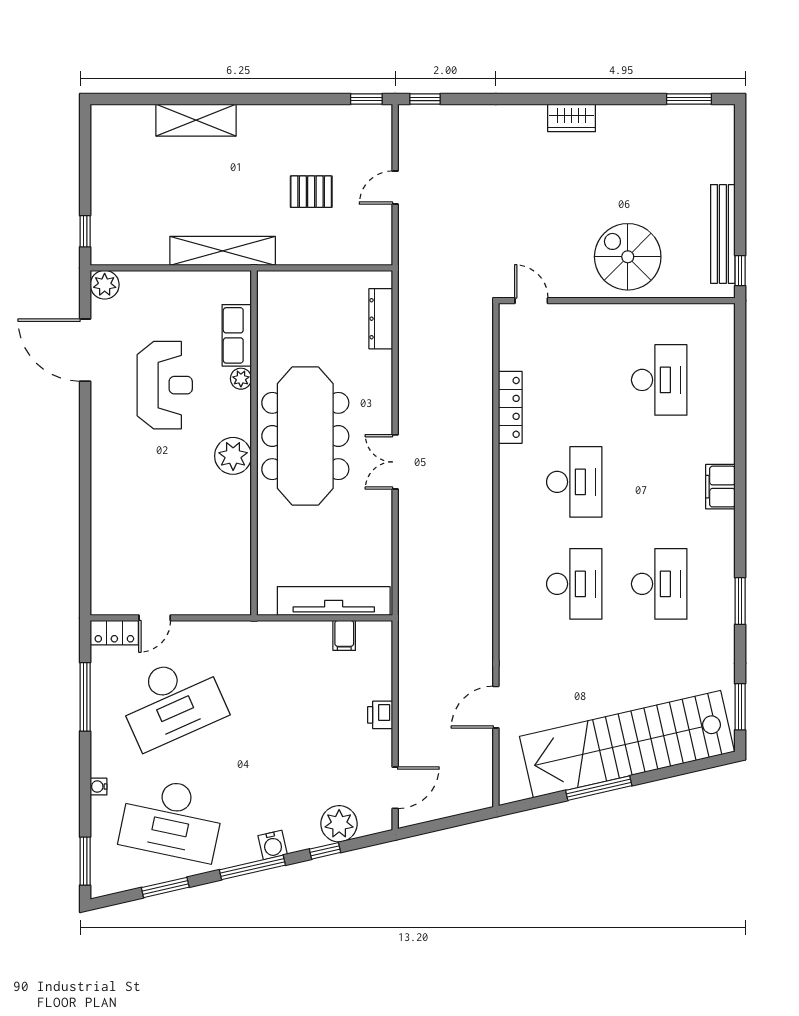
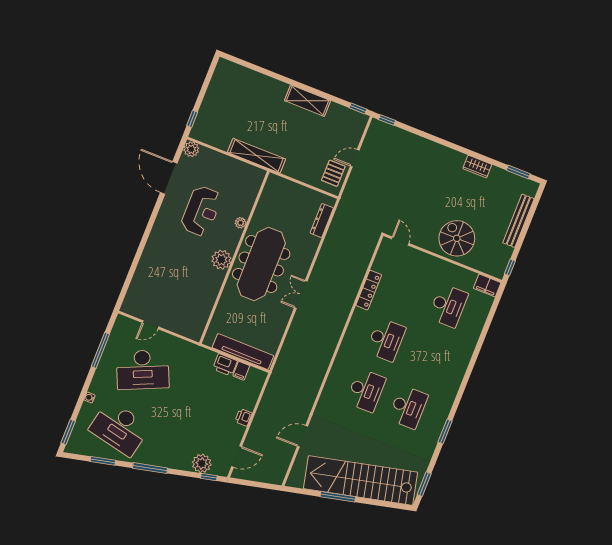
wardrobe: (572, 118) -> (477, 167), moved
shelving: (196, 120) -> (308, 101), moved
pallet: (311, 192) -> (333, 173), moved, turned 90
bench: (723, 234) -> (518, 221), moved
row of seats: (237, 335) -> (247, 200), removed
filing cabinet: (720, 487) -> (487, 285), moved, turned -90
locker: (114, 633) -> (128, 324), removed
printer: (312, 636) -> (225, 365), added
water cooler: (273, 845) -> (164, 461), removed
window: (325, 851) -> (209, 477), moved

